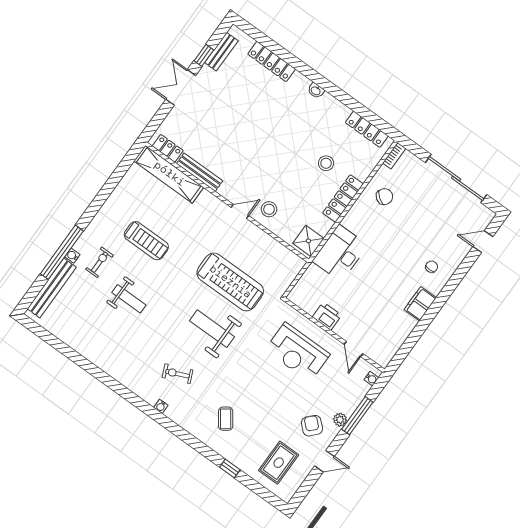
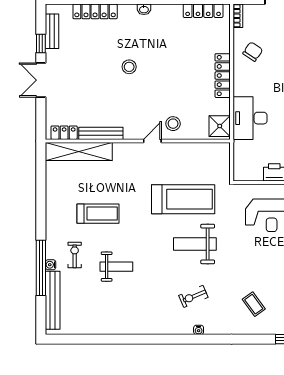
stool: (326, 163) -> (129, 67), moved

